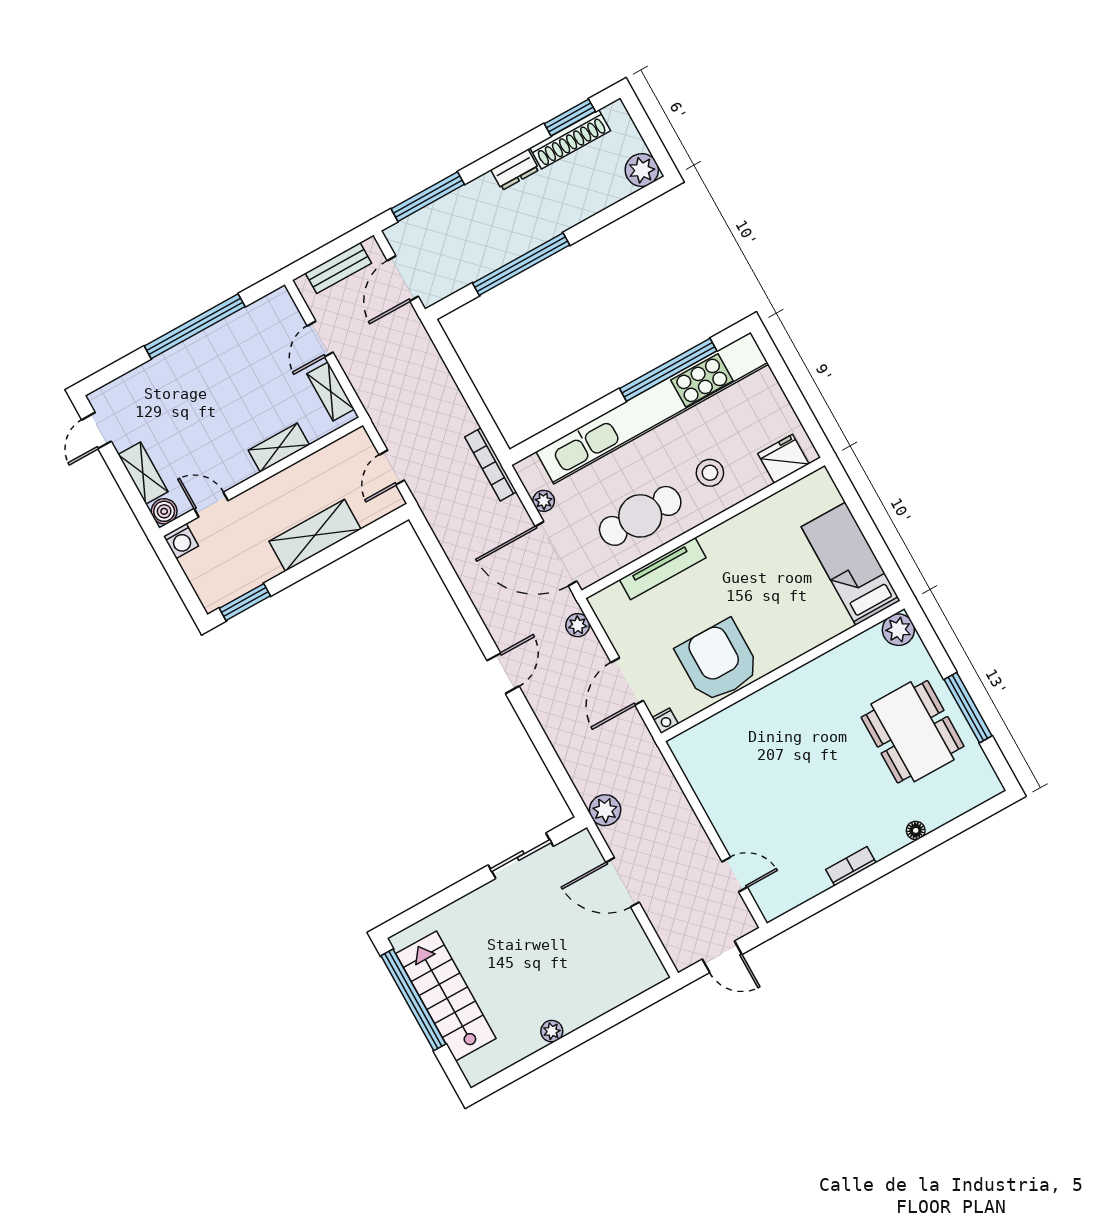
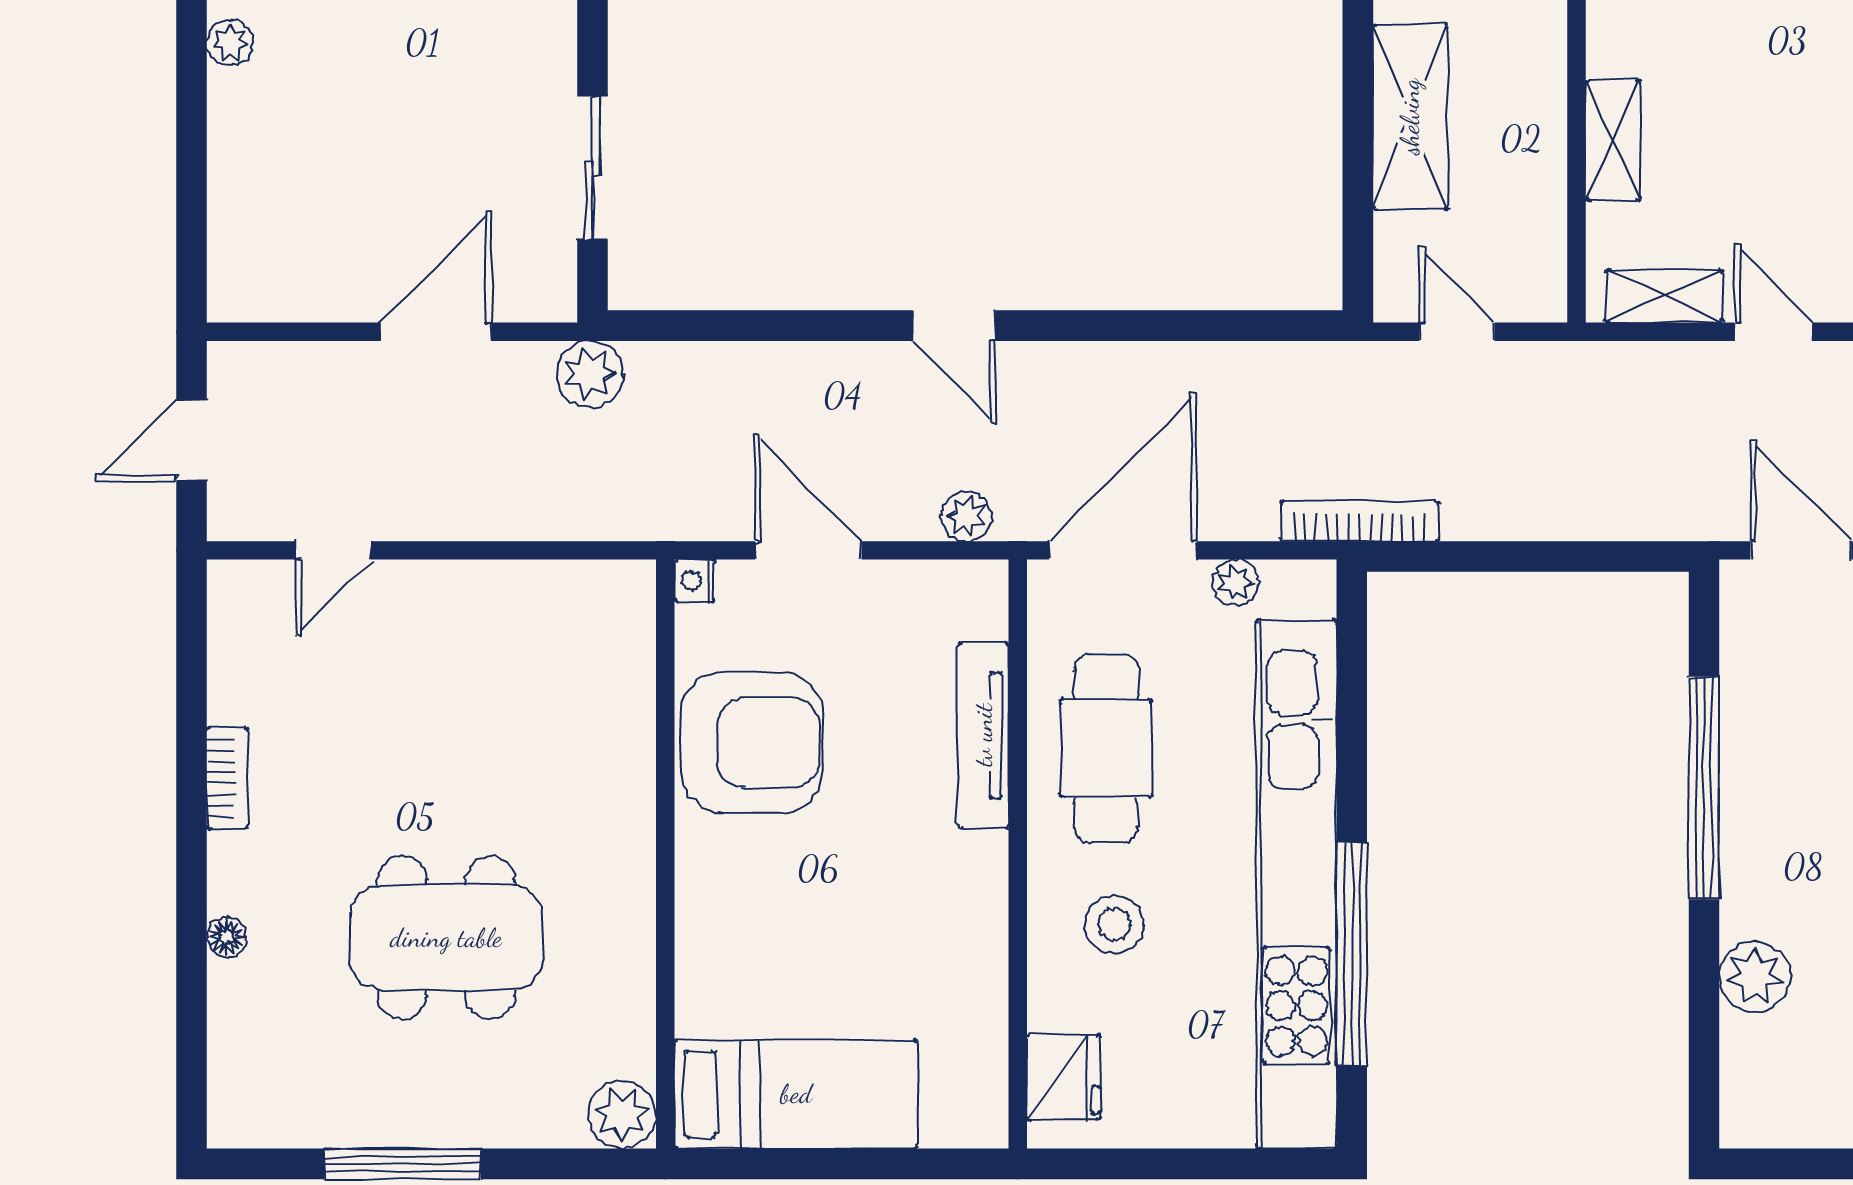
plant: (642, 170) -> (1755, 977), moved
dining table: (913, 732) -> (446, 938), moved

